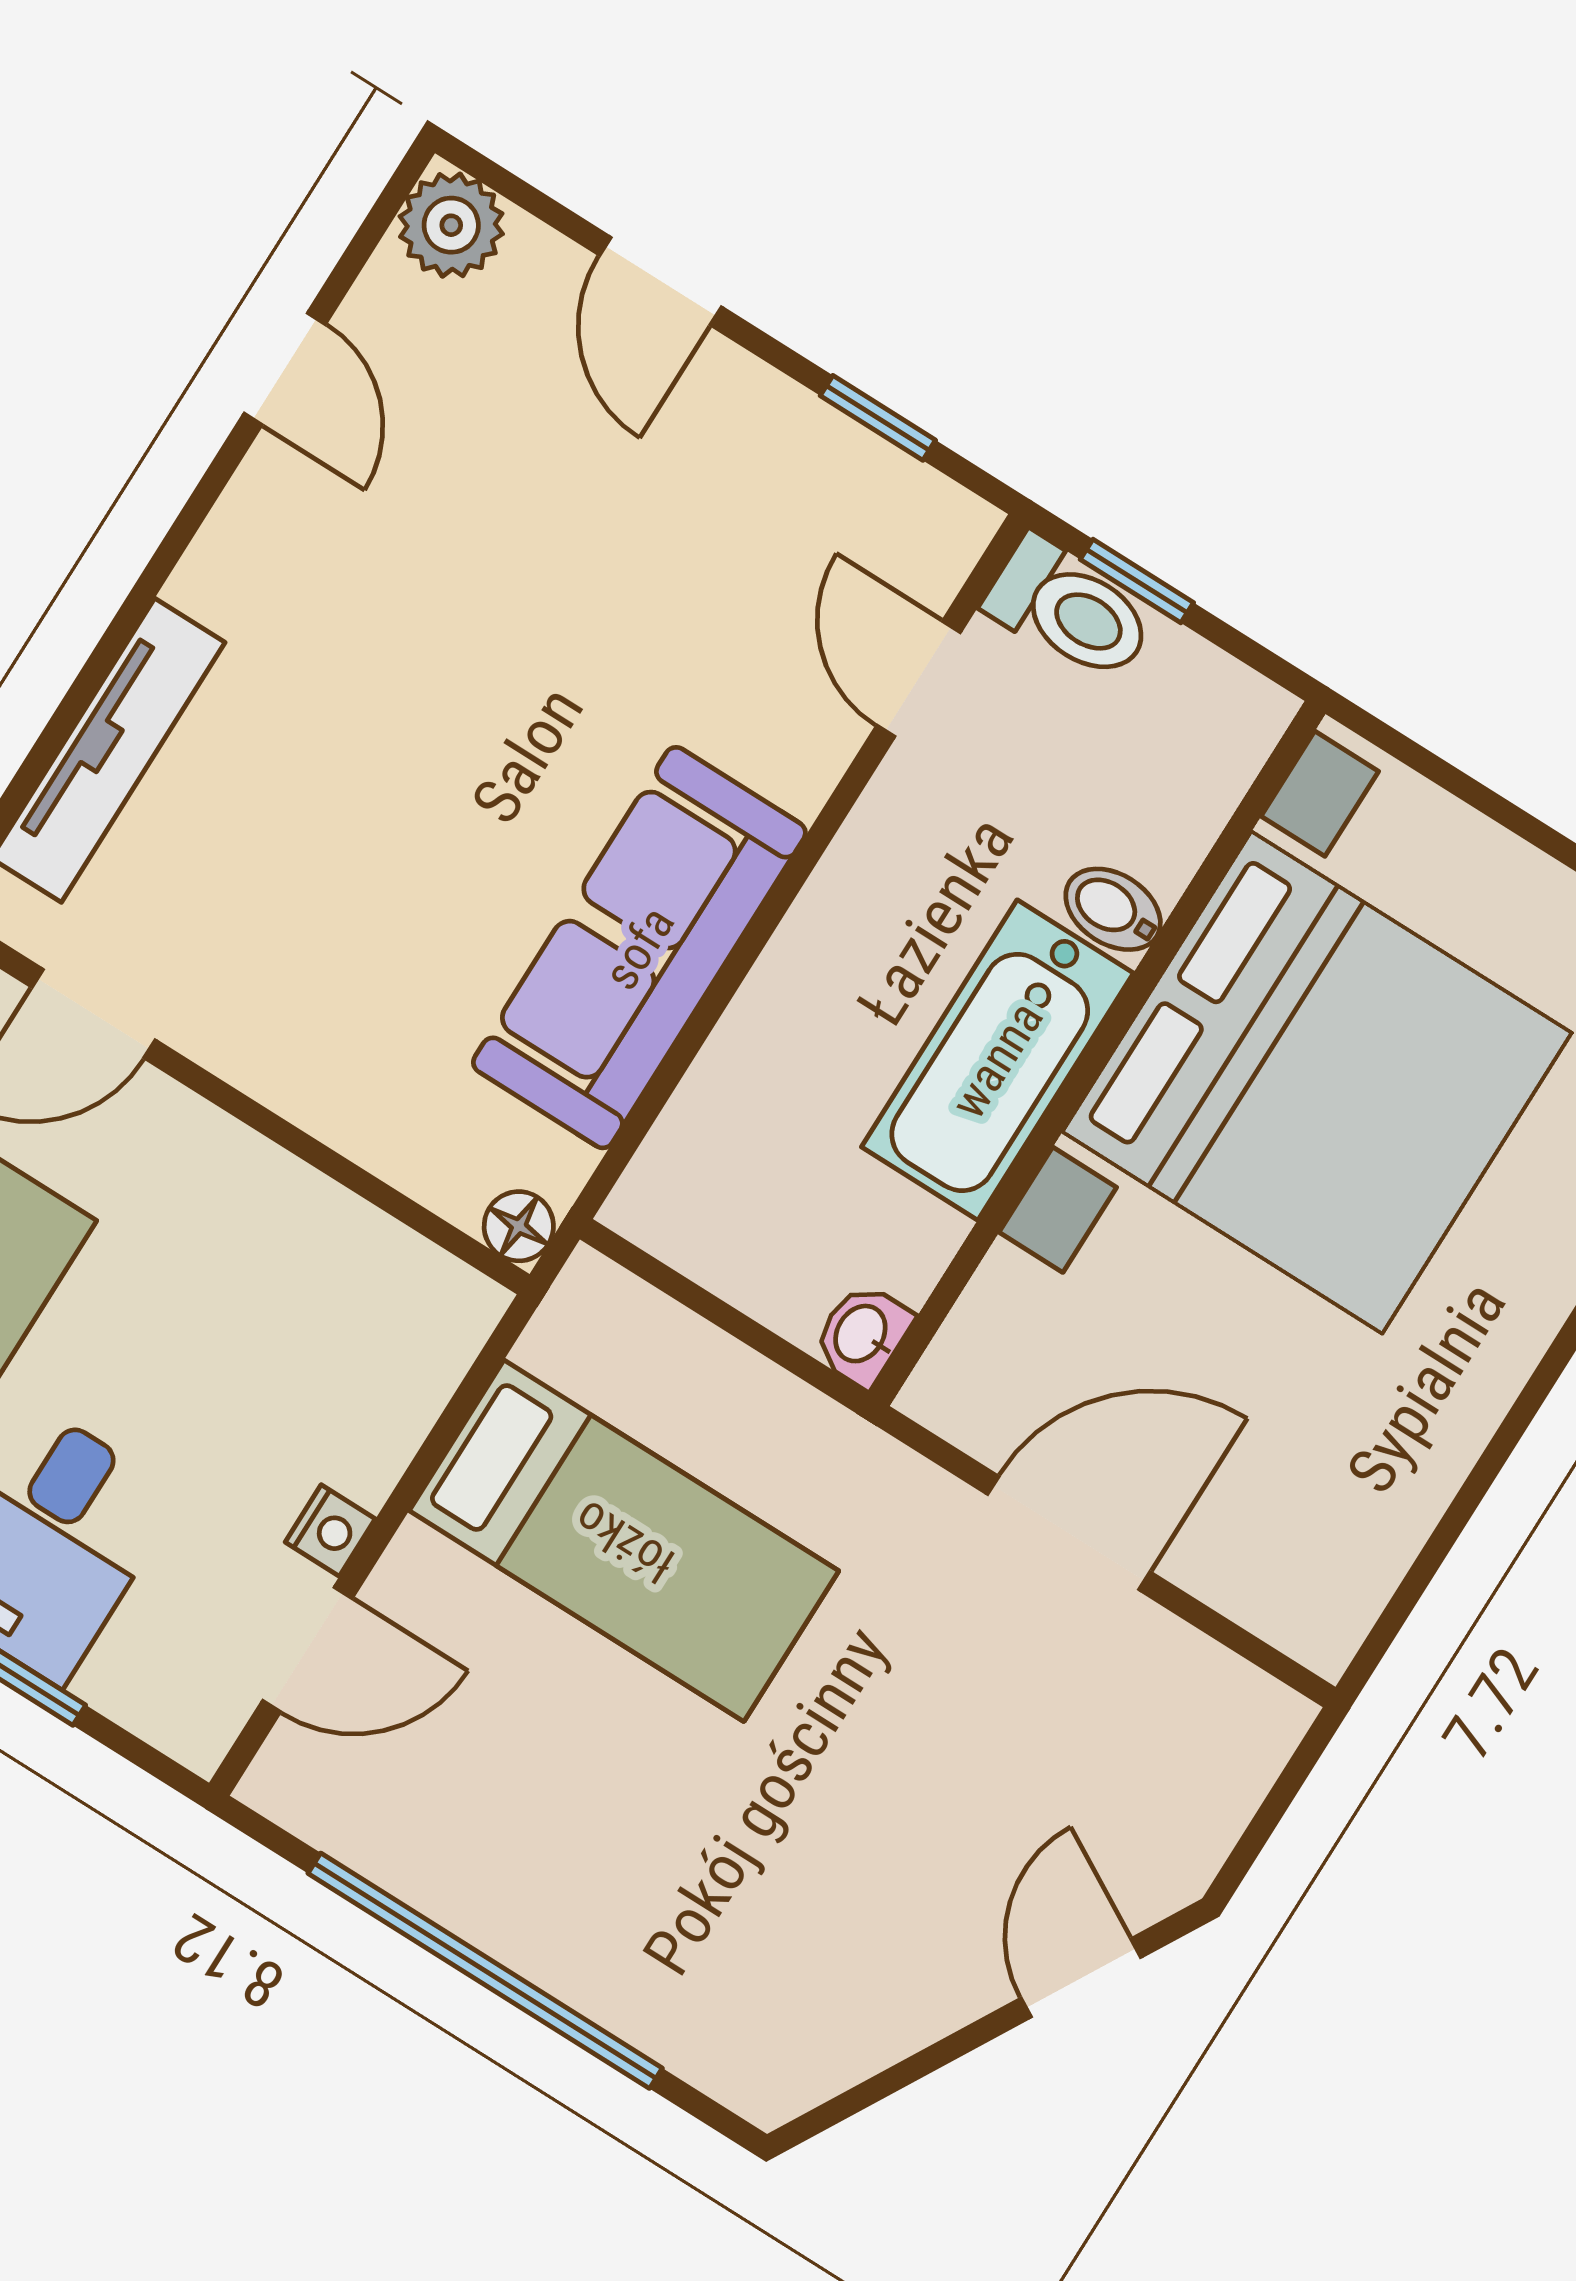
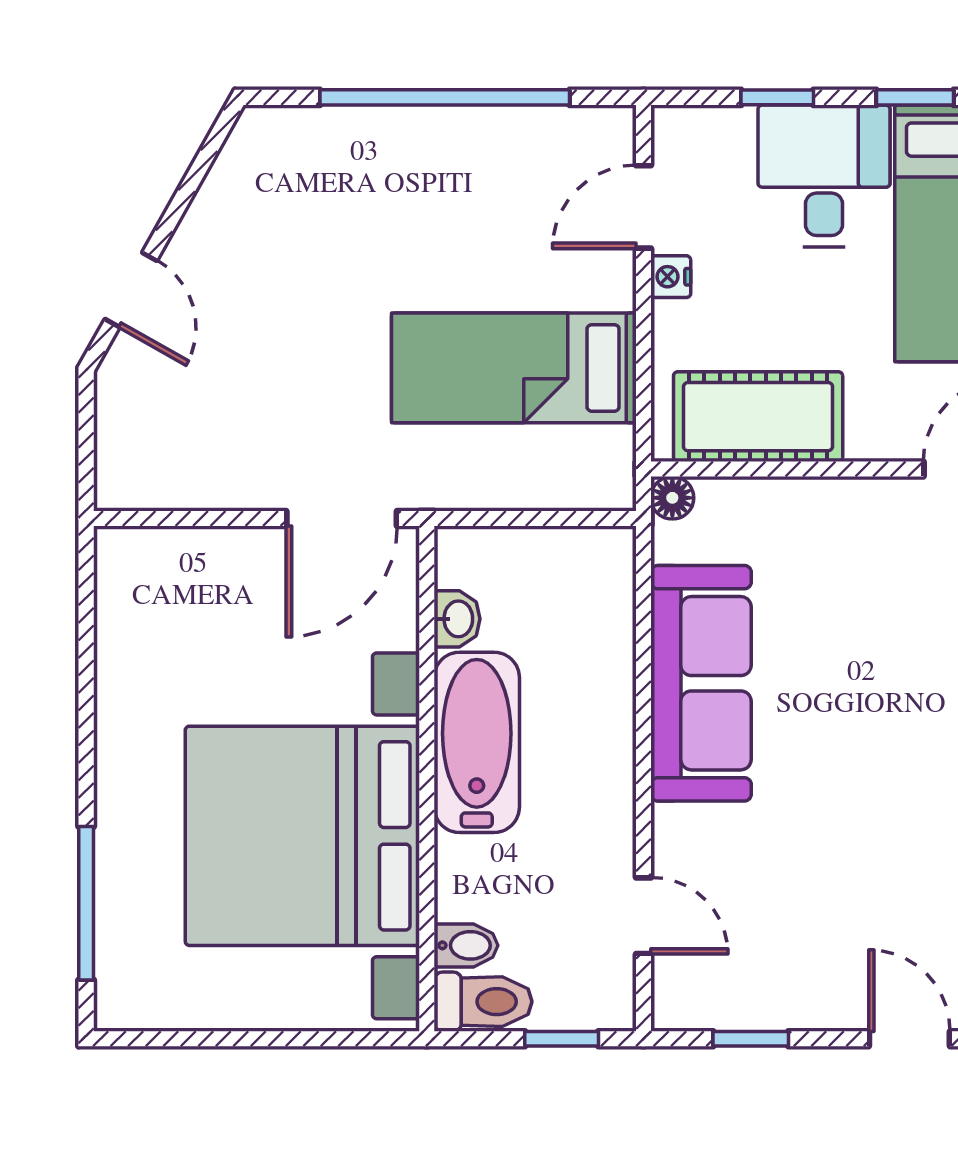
toilet: (1070, 610) -> (483, 1002), moved, turned 180
bidet: (1113, 909) -> (466, 945), moved
cot: (331, 1264) -> (758, 417), added
washbasin: (862, 1335) -> (457, 619), moved
door: (1069, 1533) -> (342, 519), moved

